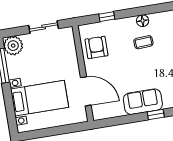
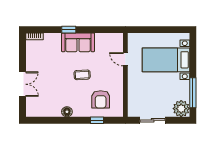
coffee table: (143, 42) -> (82, 75), moved
armchair: (96, 47) -> (101, 99), moved
door: (86, 91) -> (125, 59), width x0.53

